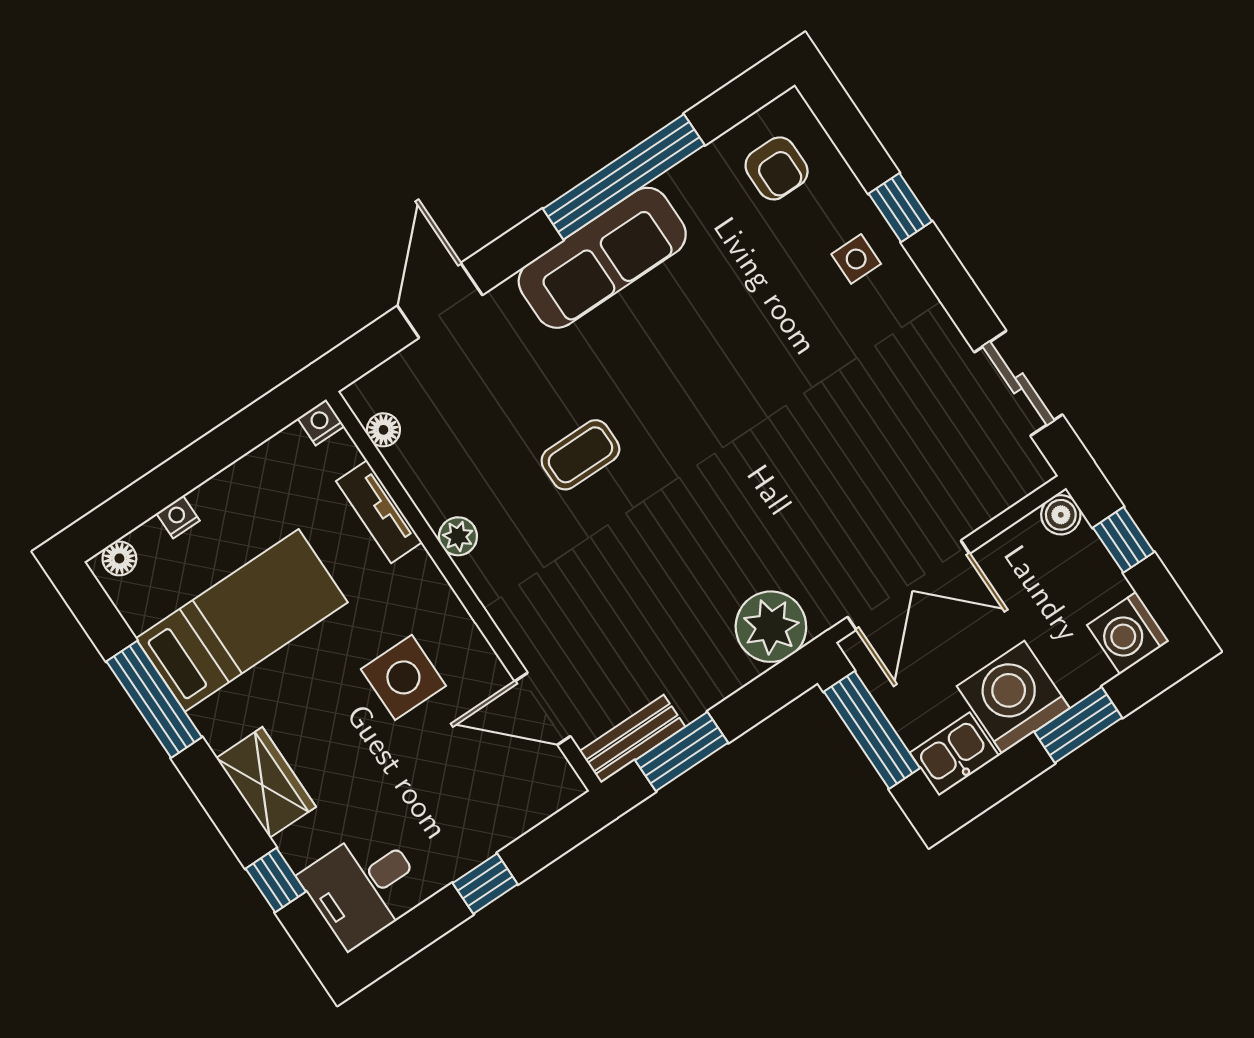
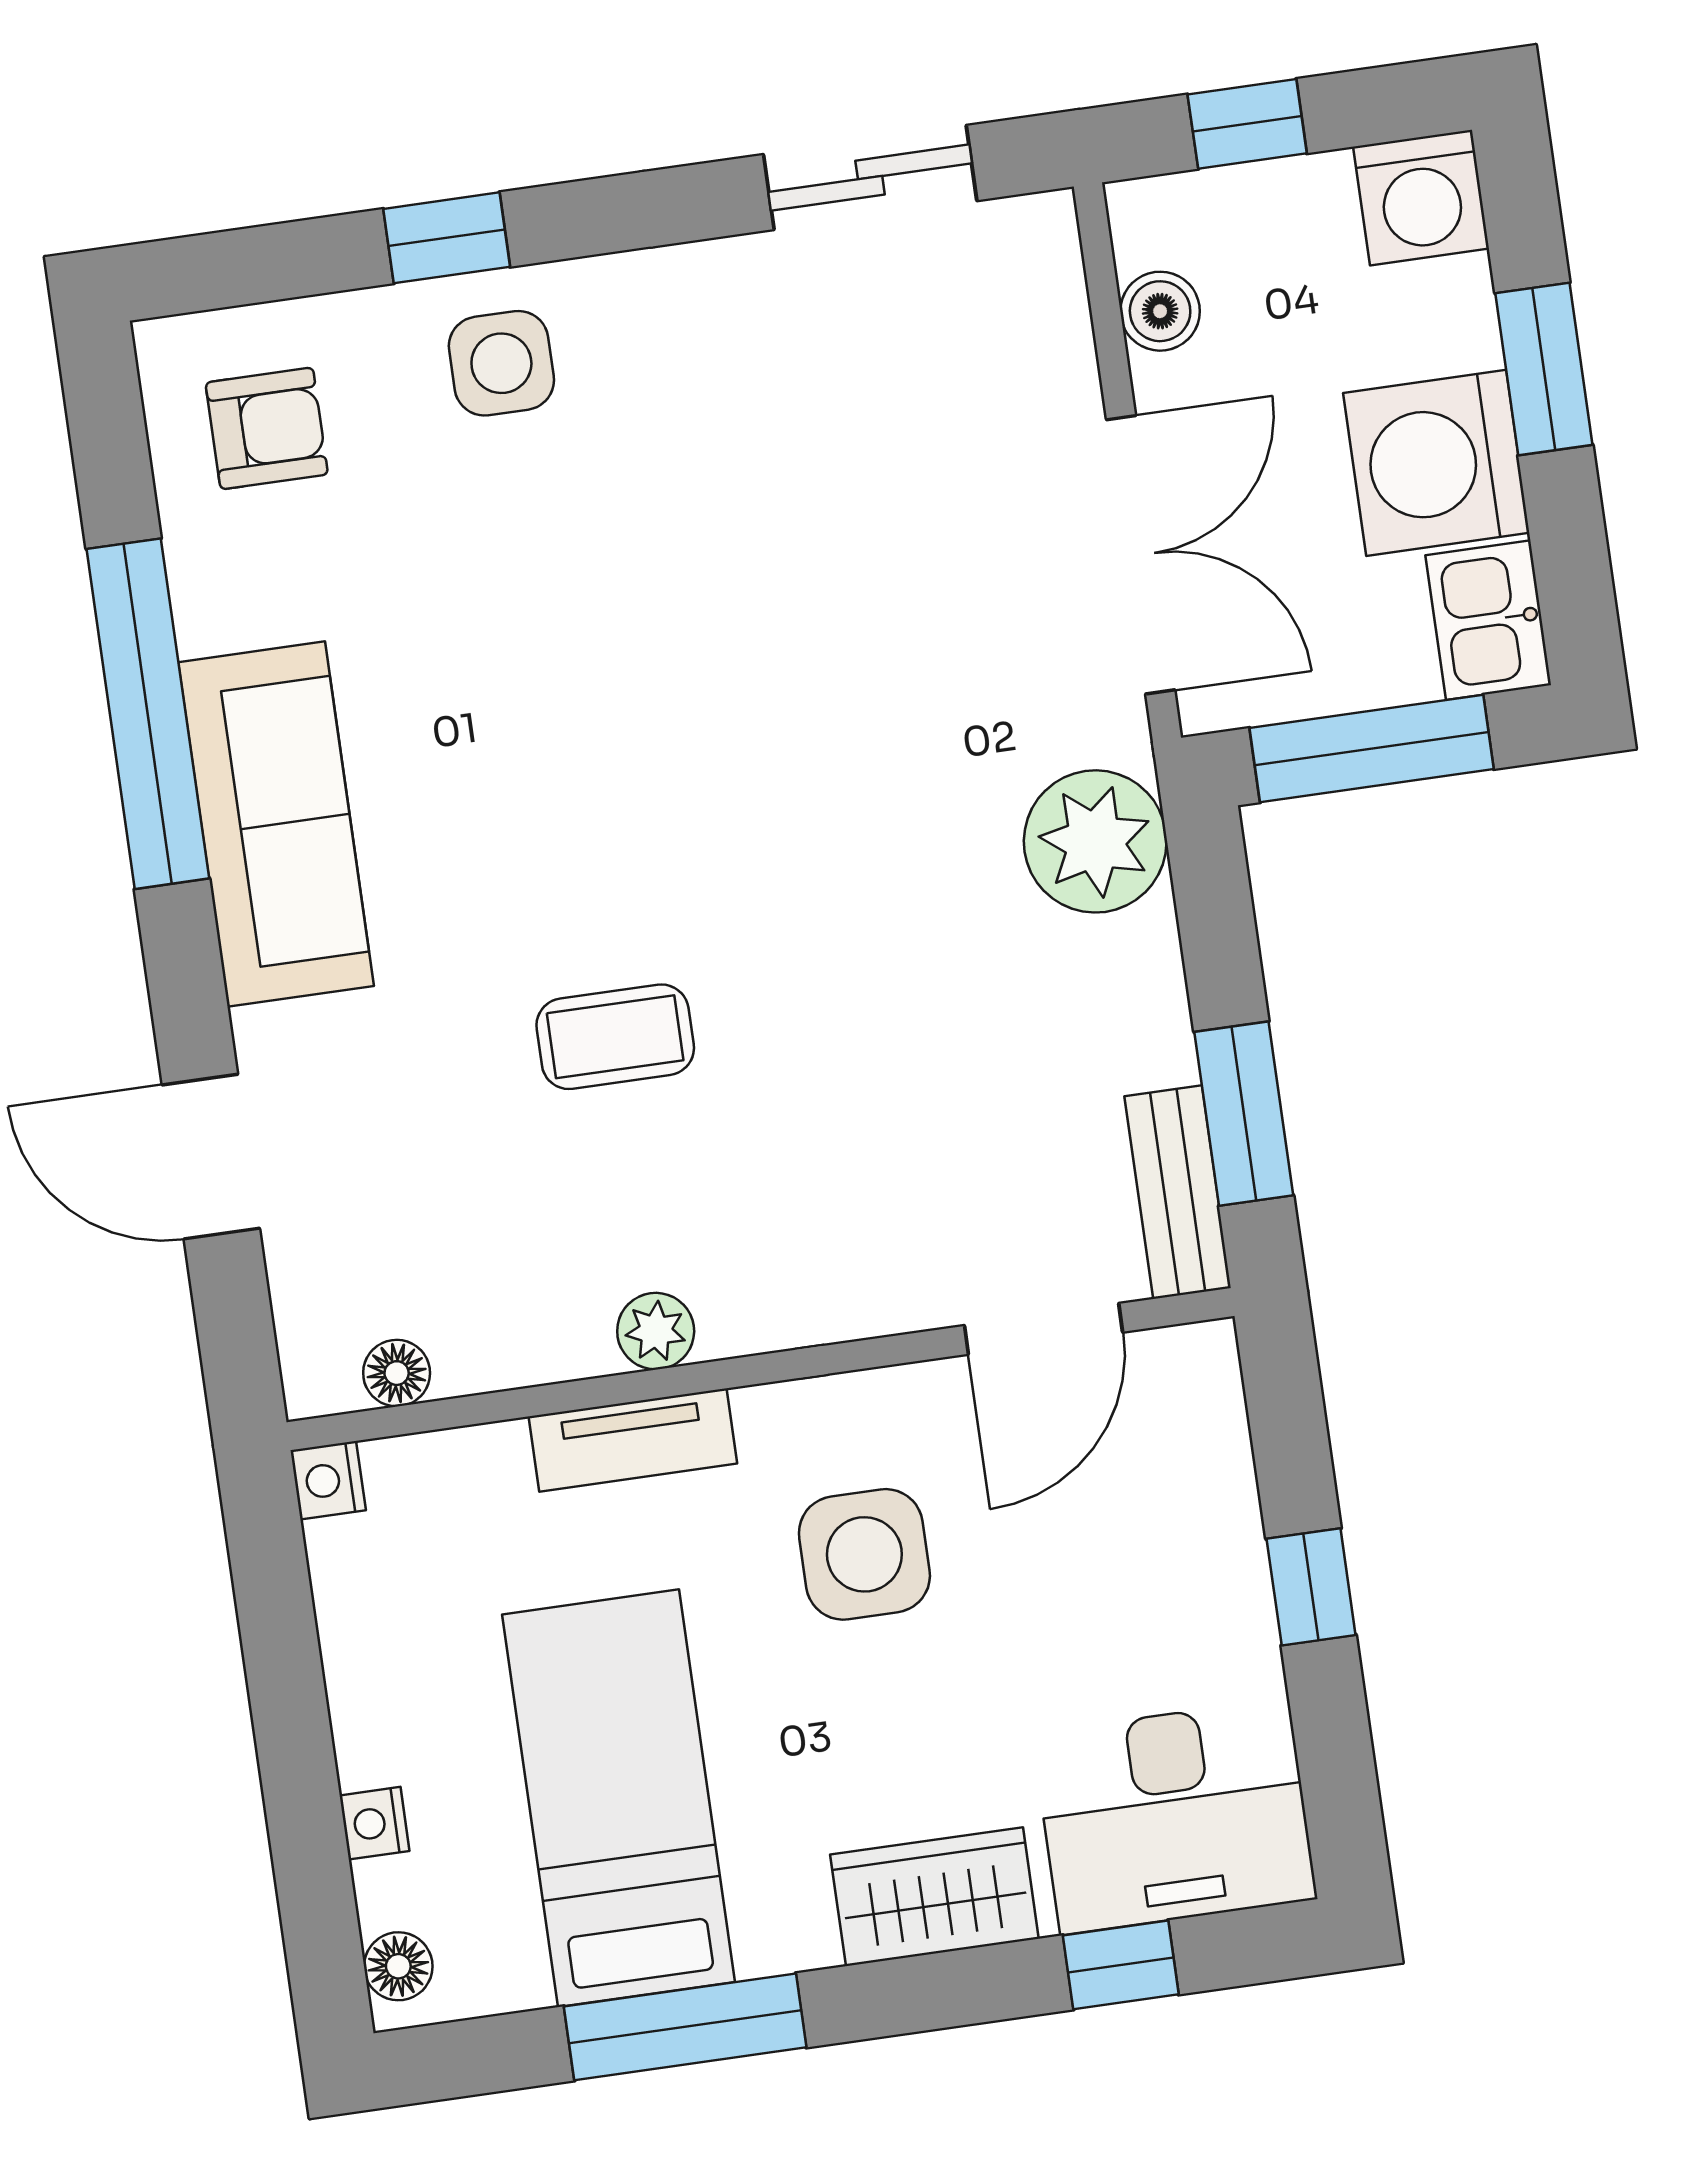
side table: (856, 259) -> (501, 363), width x1.37, depth x1.37
coffee table: (580, 455) -> (615, 1037), turned 90
tv unit: (379, 512) -> (633, 1440), moved
boiler: (1061, 515) -> (1160, 311), moved
desk: (363, 887) -> (1175, 1816), width x1.37

